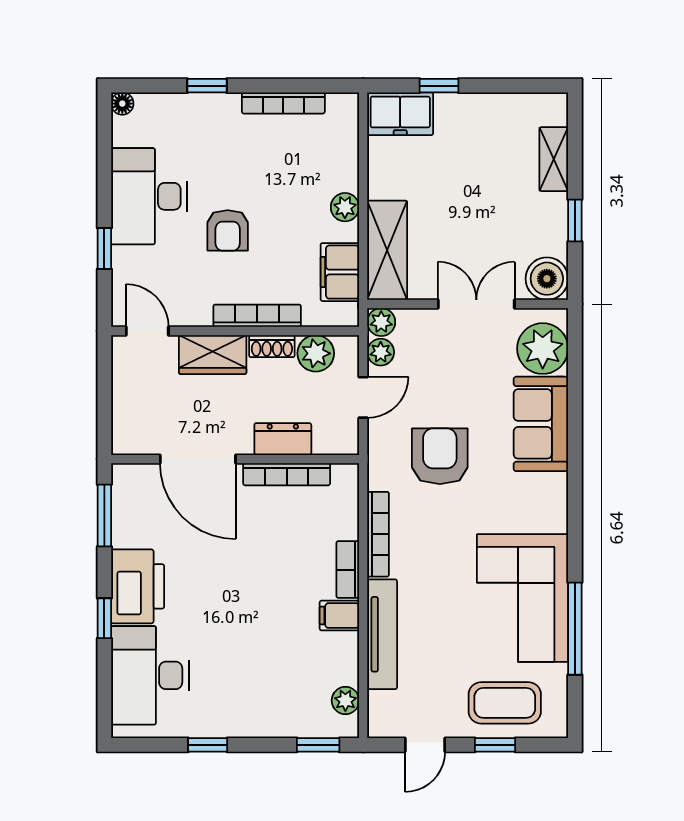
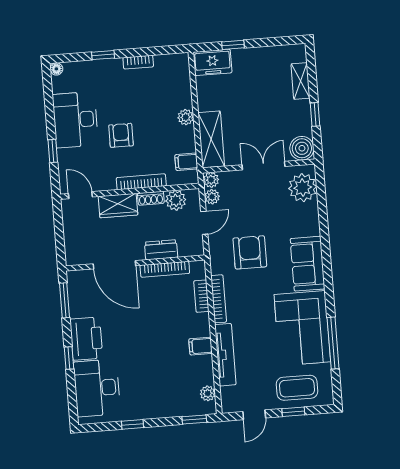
bookcase: (283, 103) -> (138, 62), width x0.64
armchair: (228, 230) -> (121, 135), turned 180
filing cabinet: (340, 272) -> (186, 162), width x0.50
sofa: (541, 424) -> (308, 264), moved
bookcase: (348, 570) -> (201, 296), moved

